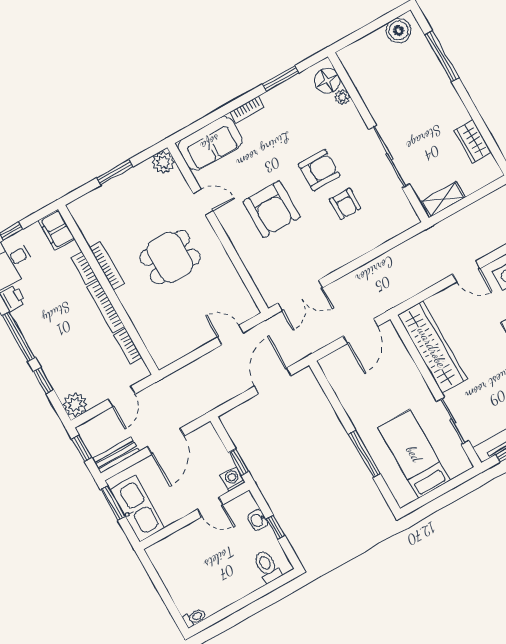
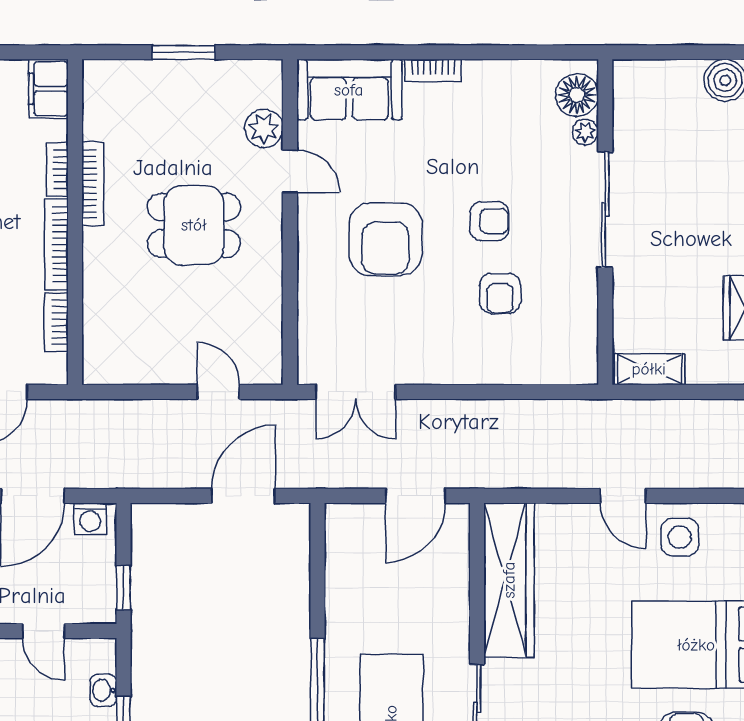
window: (281, 78) -> (509, 52), removed
sliding door: (389, 157) -> (605, 210), moved
plant: (163, 162) -> (264, 128), moved
armchair: (319, 170) -> (489, 221), width x0.72, depth x0.72
washing machine: (233, 479) -> (90, 519), moved, turned 180

